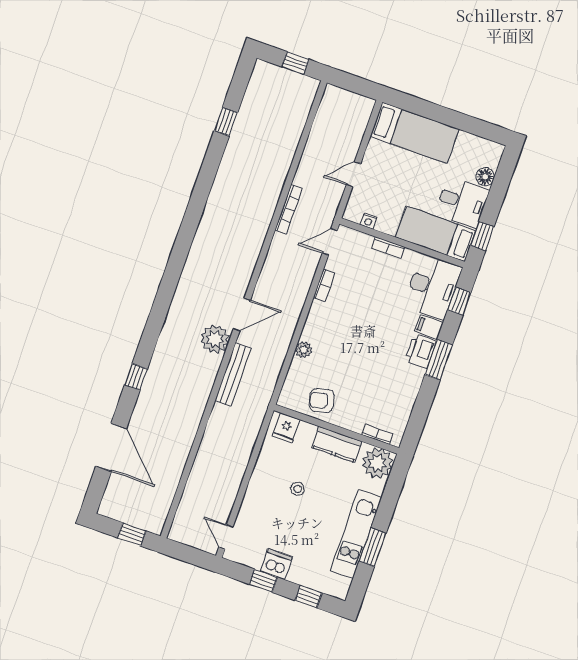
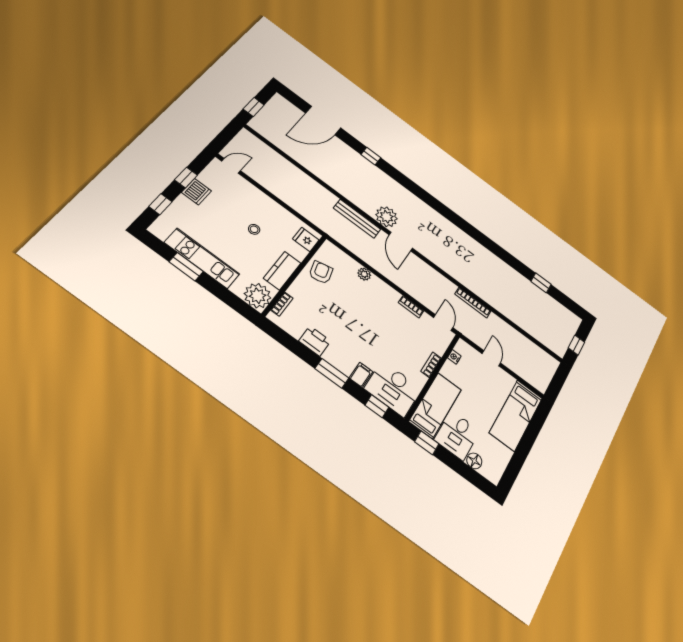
printer: (421, 351) -> (315, 341), moved

